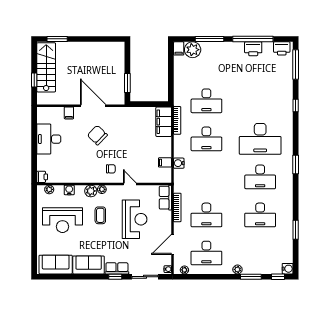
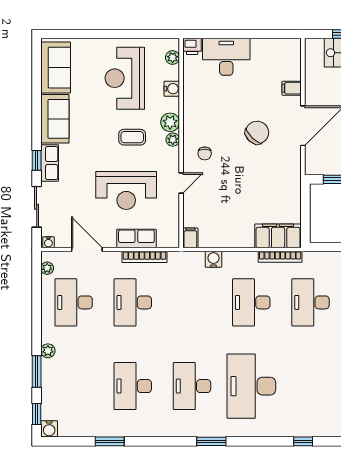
desk: (49, 139) -> (226, 57), moved
filing cabinet: (165, 162) -> (190, 238), moved
row of seats: (165, 198) -> (136, 238), moved

